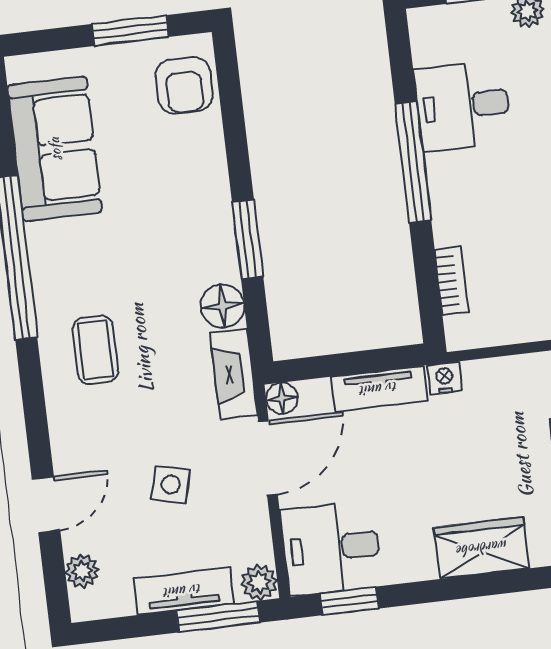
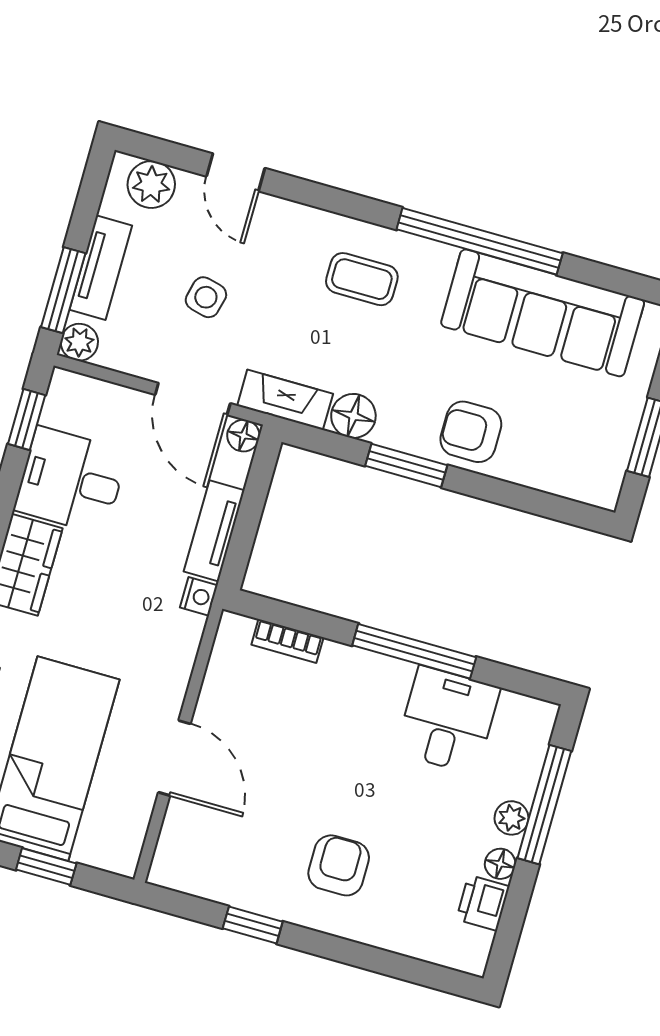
armchair: (184, 85) -> (471, 432), moved
sofa: (55, 149) -> (543, 313), width x1.36
desk: (331, 548) -> (71, 480), moved, turned -90
plant: (82, 571) -> (151, 185), width x1.38, depth x1.38

